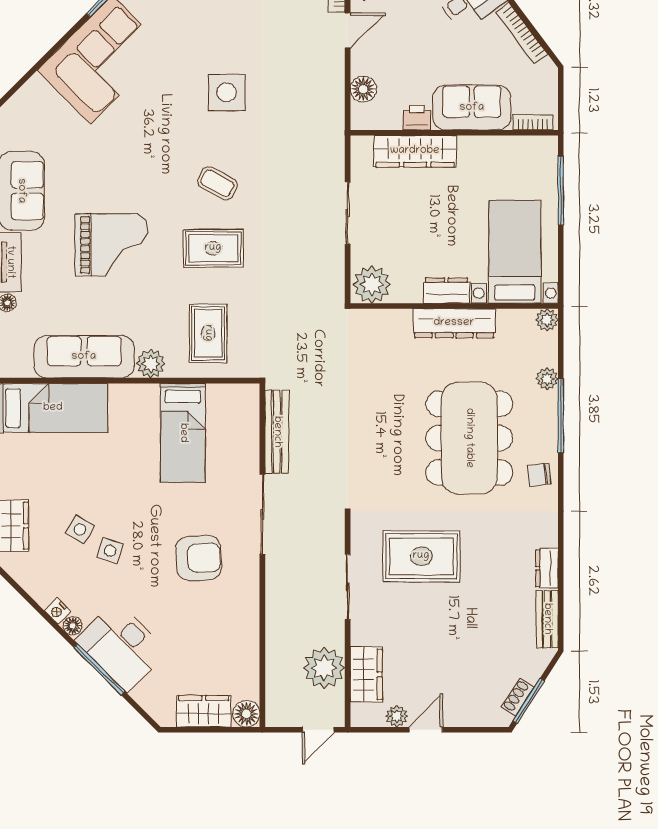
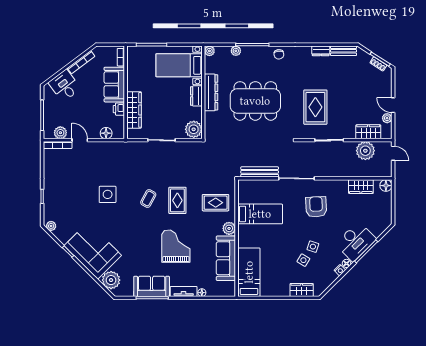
plant: (35, 100) -> (111, 280), added
dining table: (469, 438) -> (255, 101), moved
wardrobe: (204, 711) -> (361, 187), moved, turned -90

